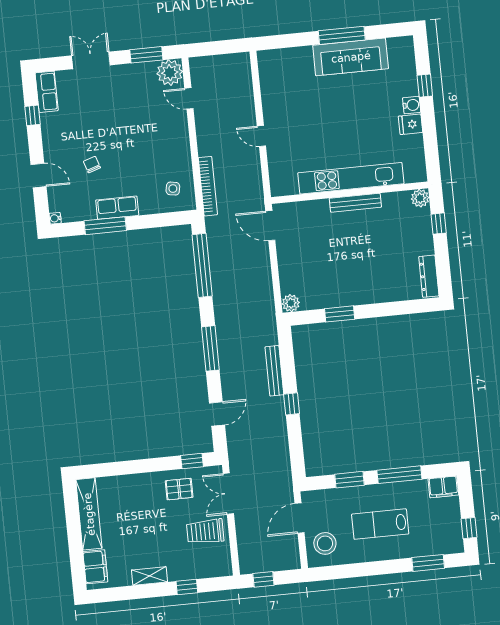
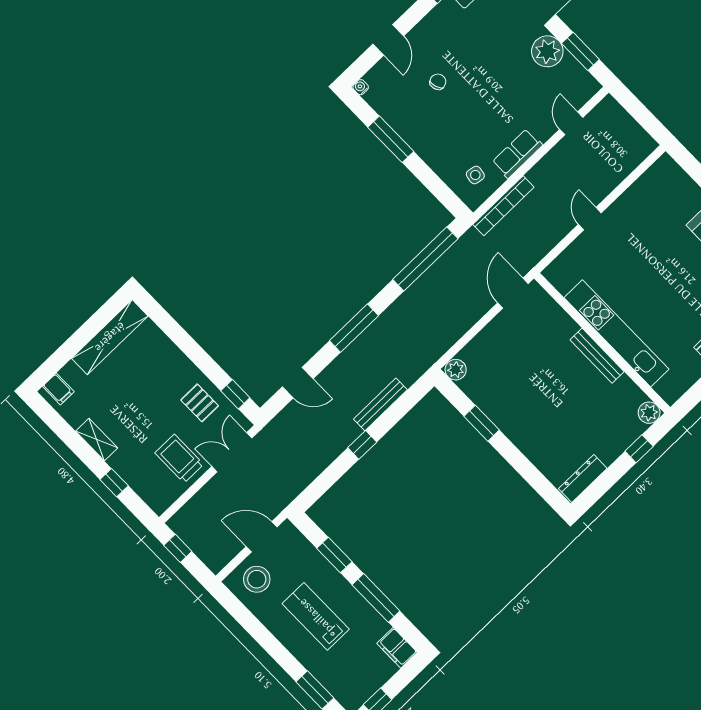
plant: (170, 73) -> (547, 51), moved
row of seats: (117, 208) -> (517, 154), moved, turned -90
filing cabinet: (95, 567) -> (58, 389), width x0.50

